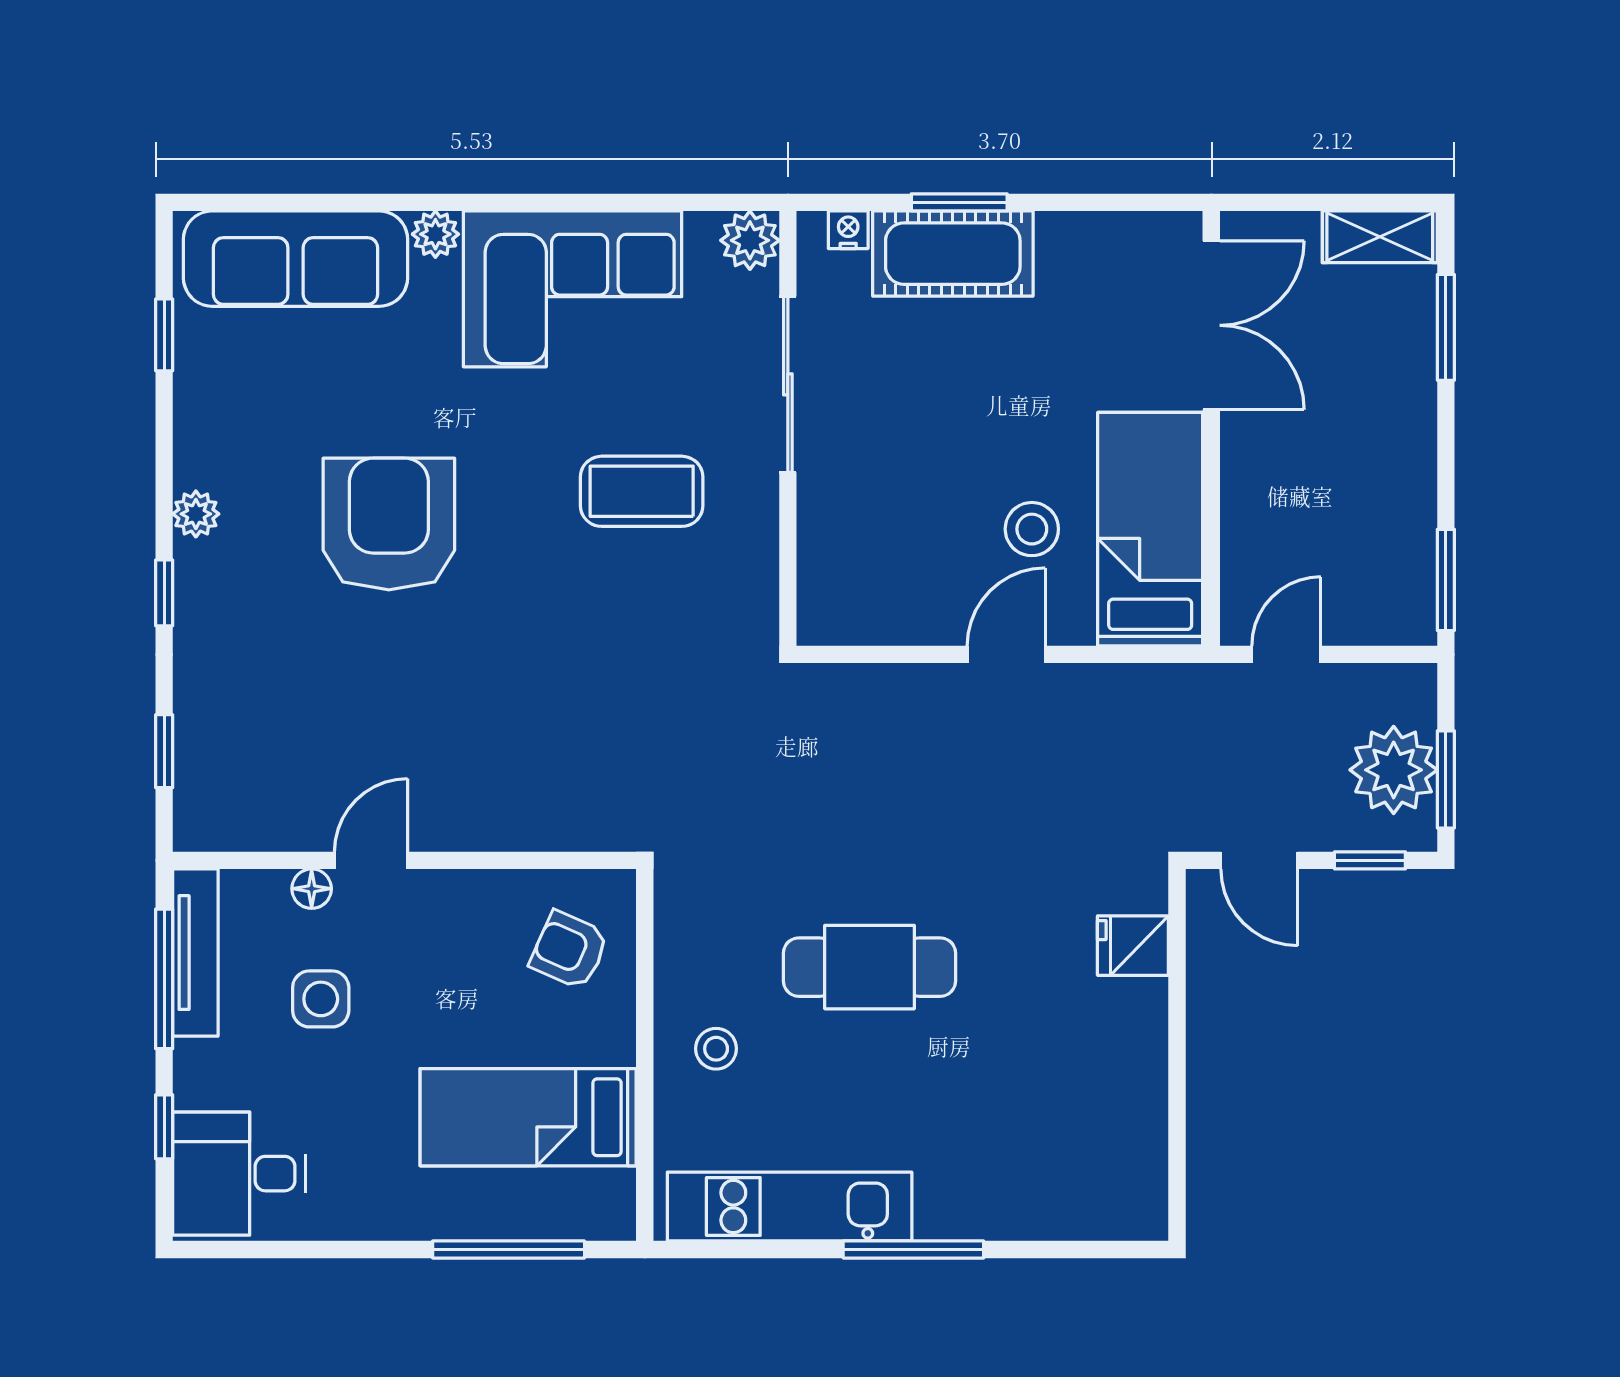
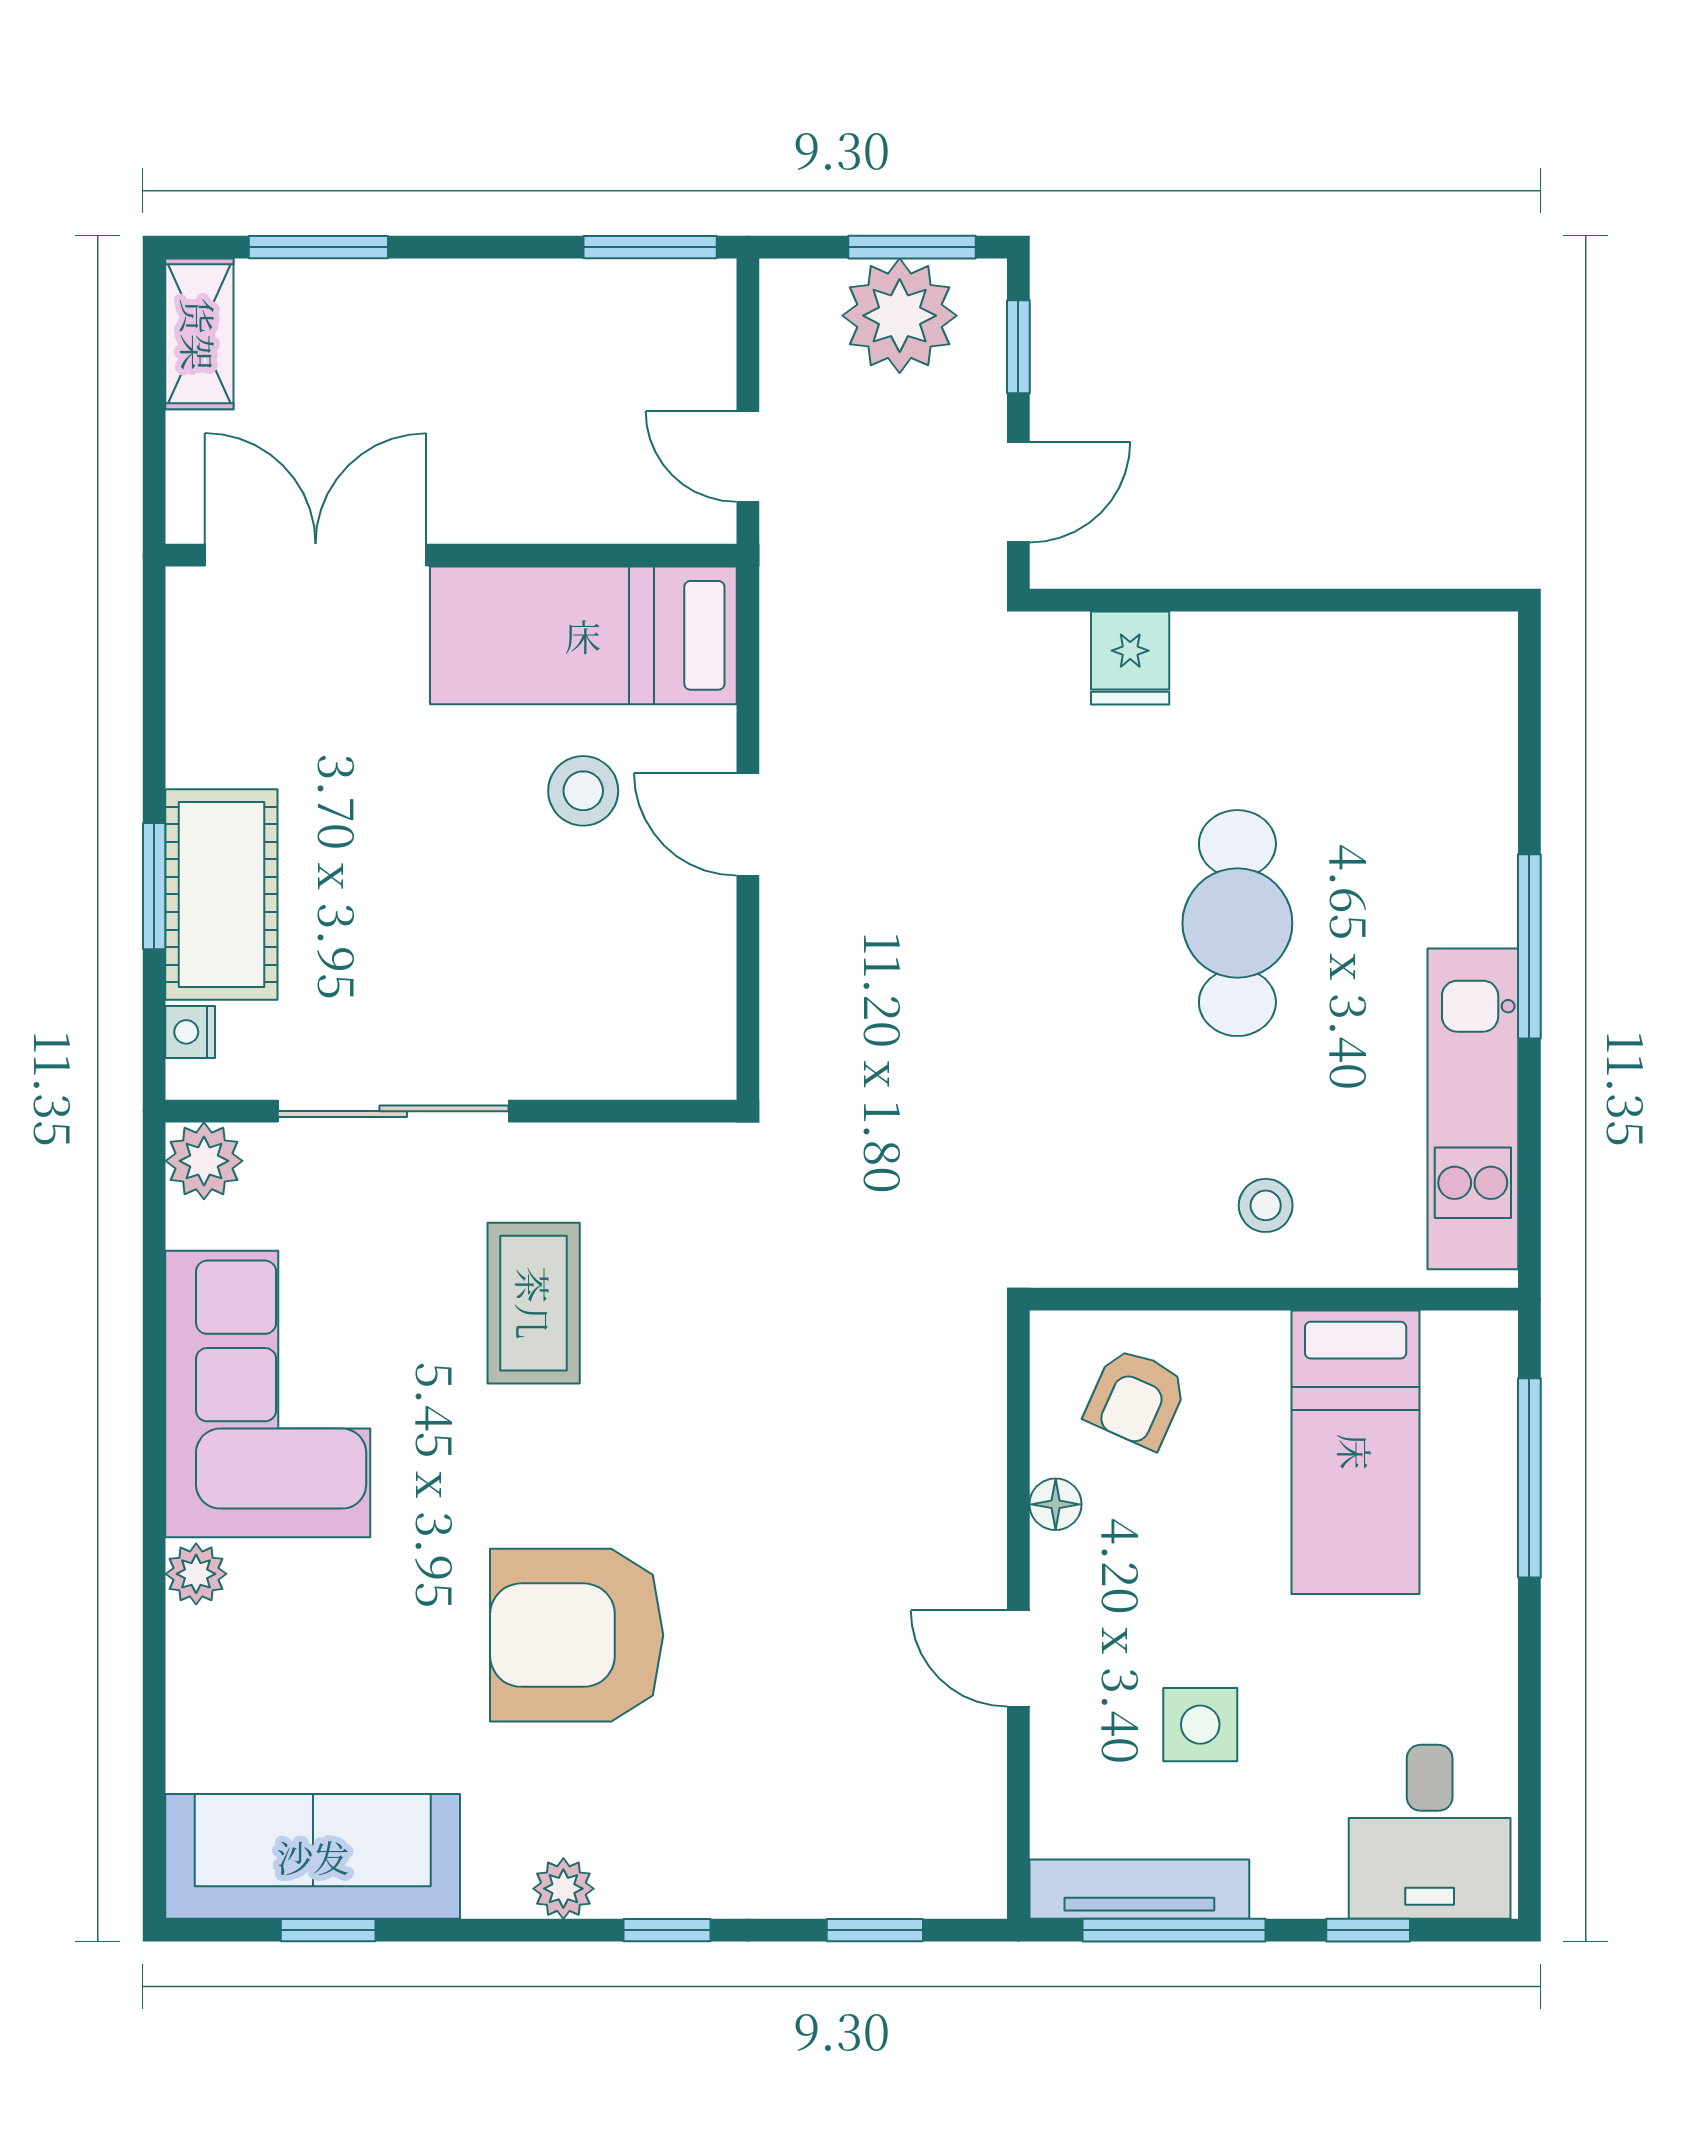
sofa: (296, 259) -> (313, 1856), moved, turned -90
floor lamp: (312, 889) -> (1056, 1504), moved
cafe table: (869, 967) -> (1237, 923), moved

